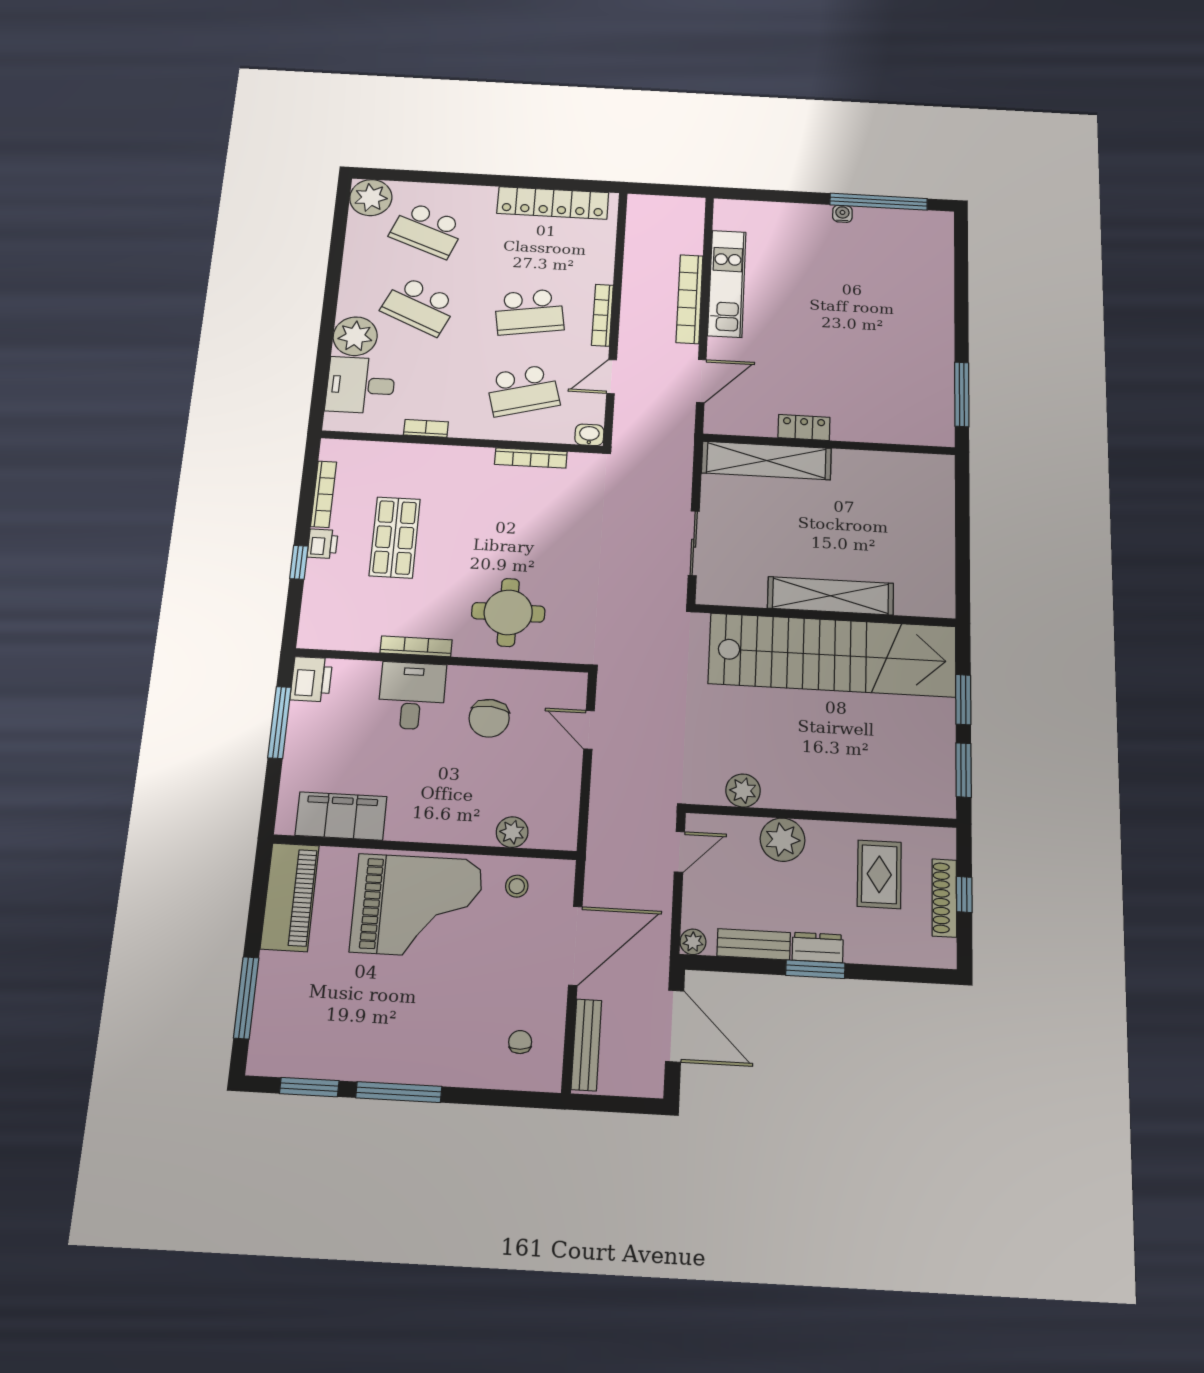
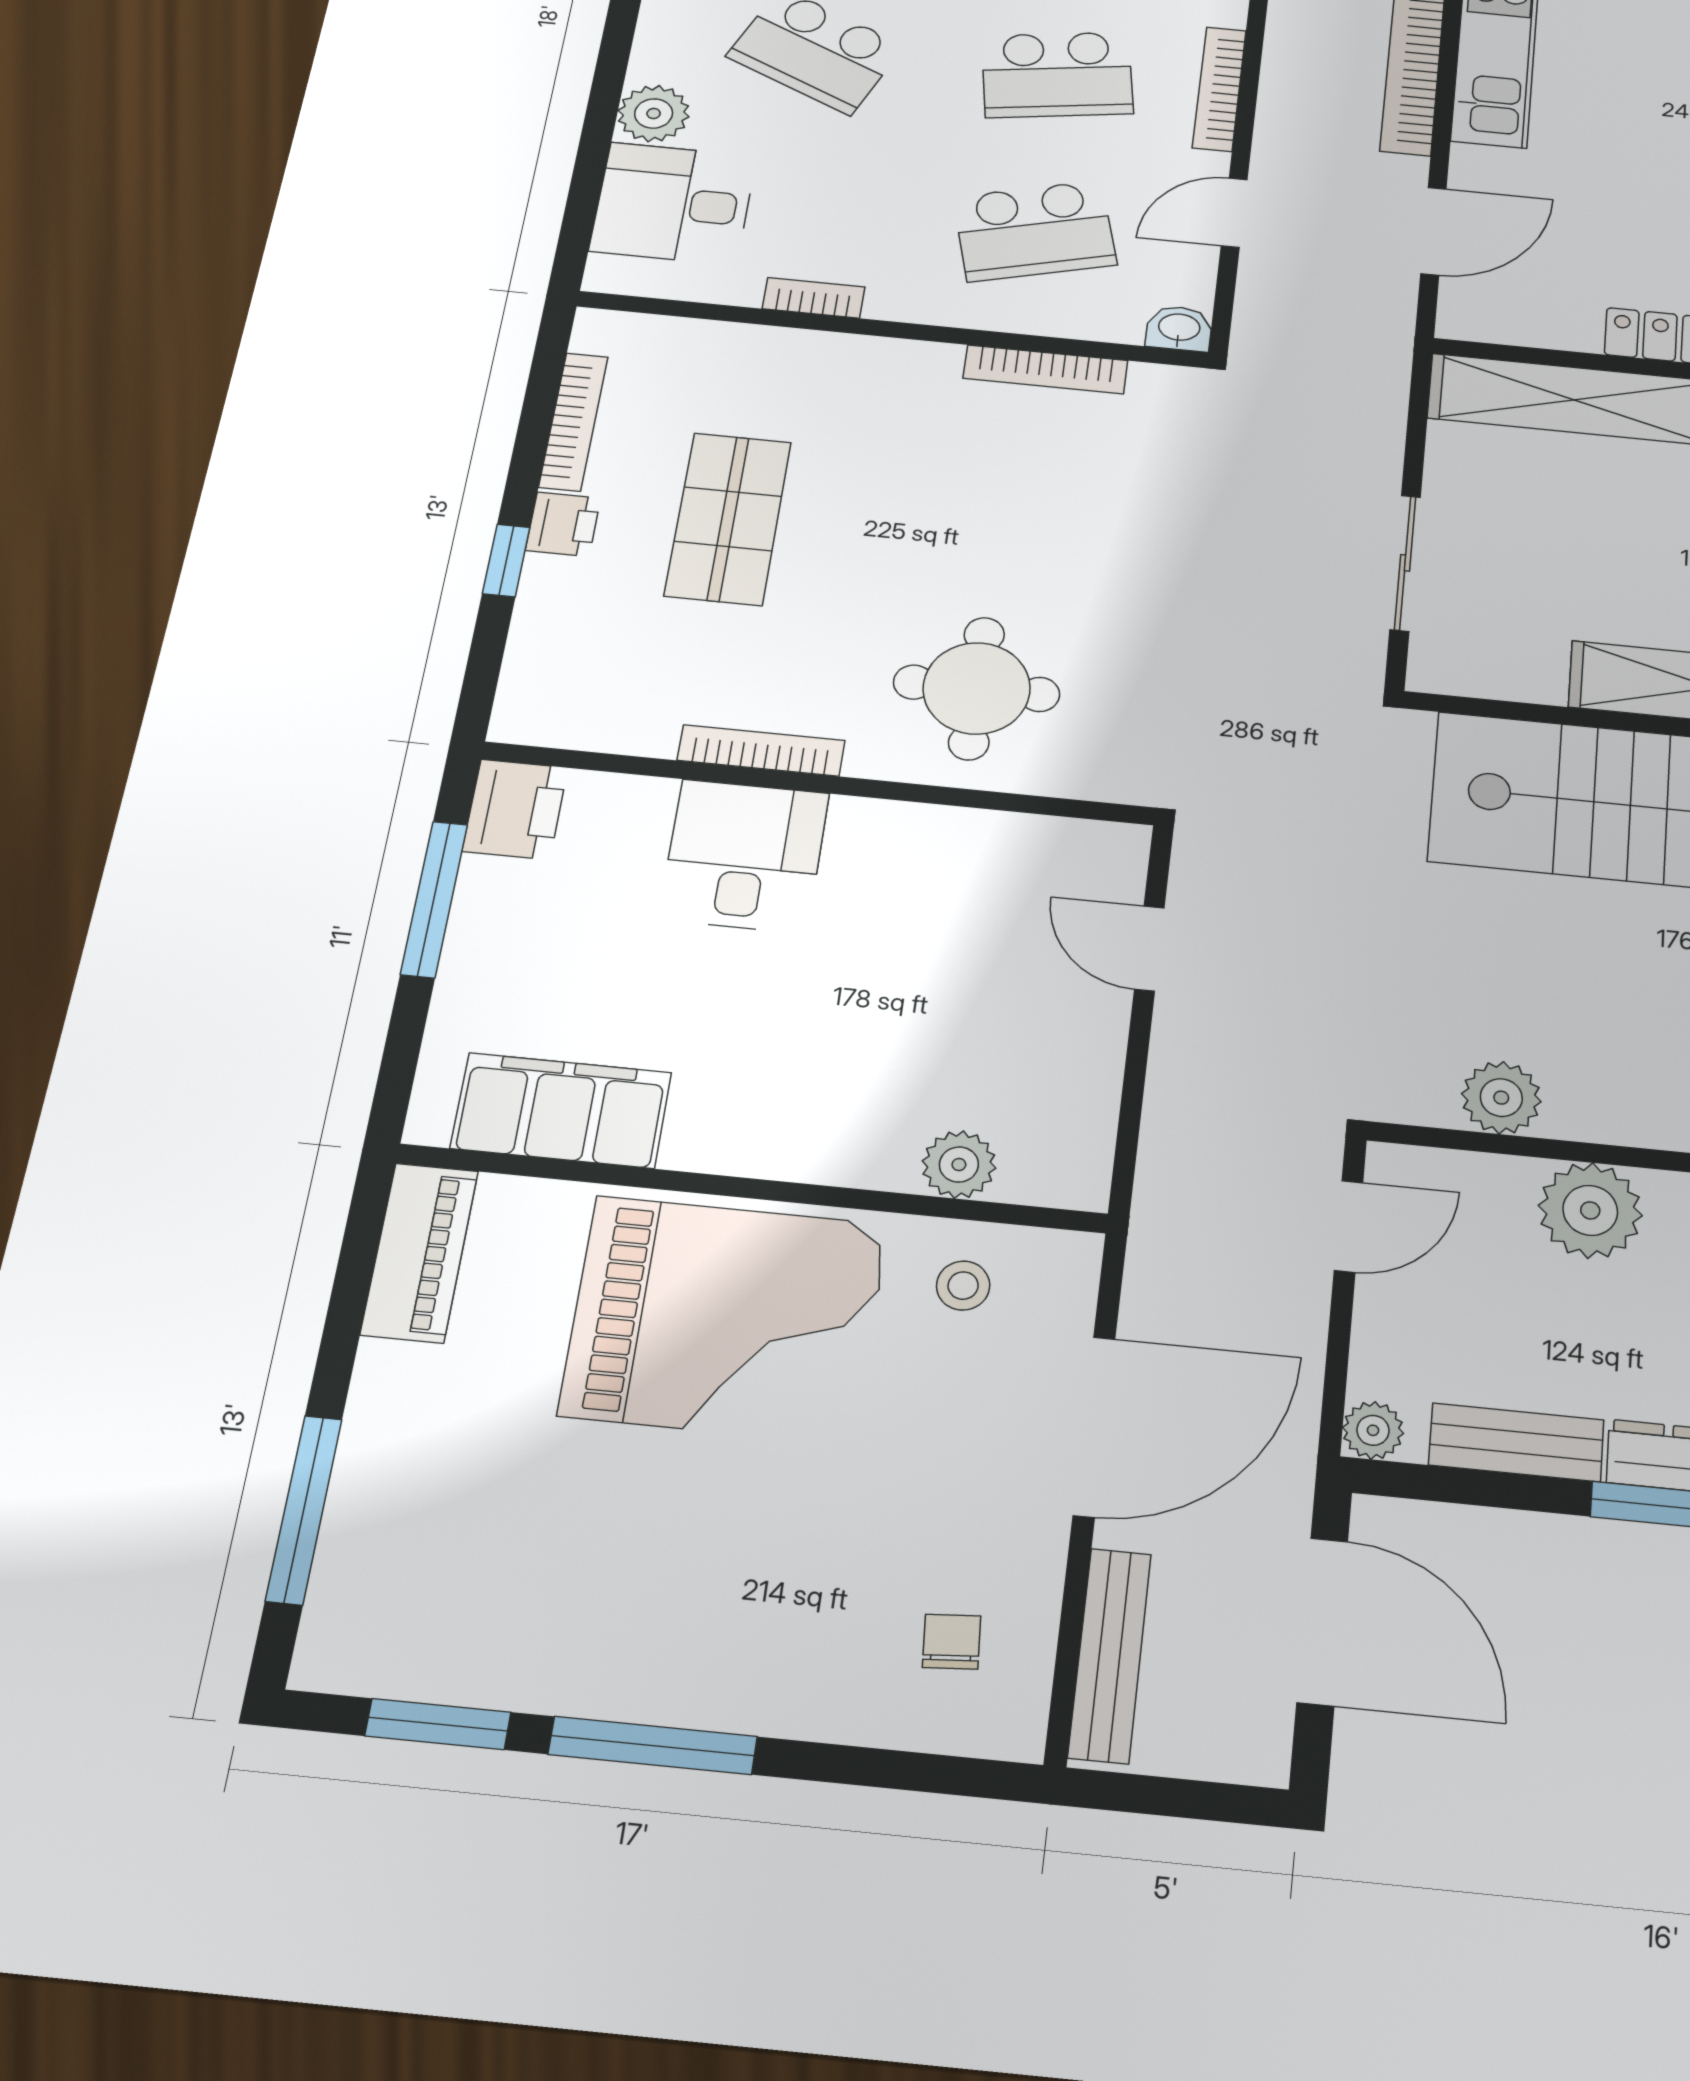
plant: (355, 336) -> (654, 114), width x0.73, depth x0.73
chair: (489, 718) -> (920, 913), removed
piano: (290, 897) -> (420, 1252), width x0.73, depth x0.75

